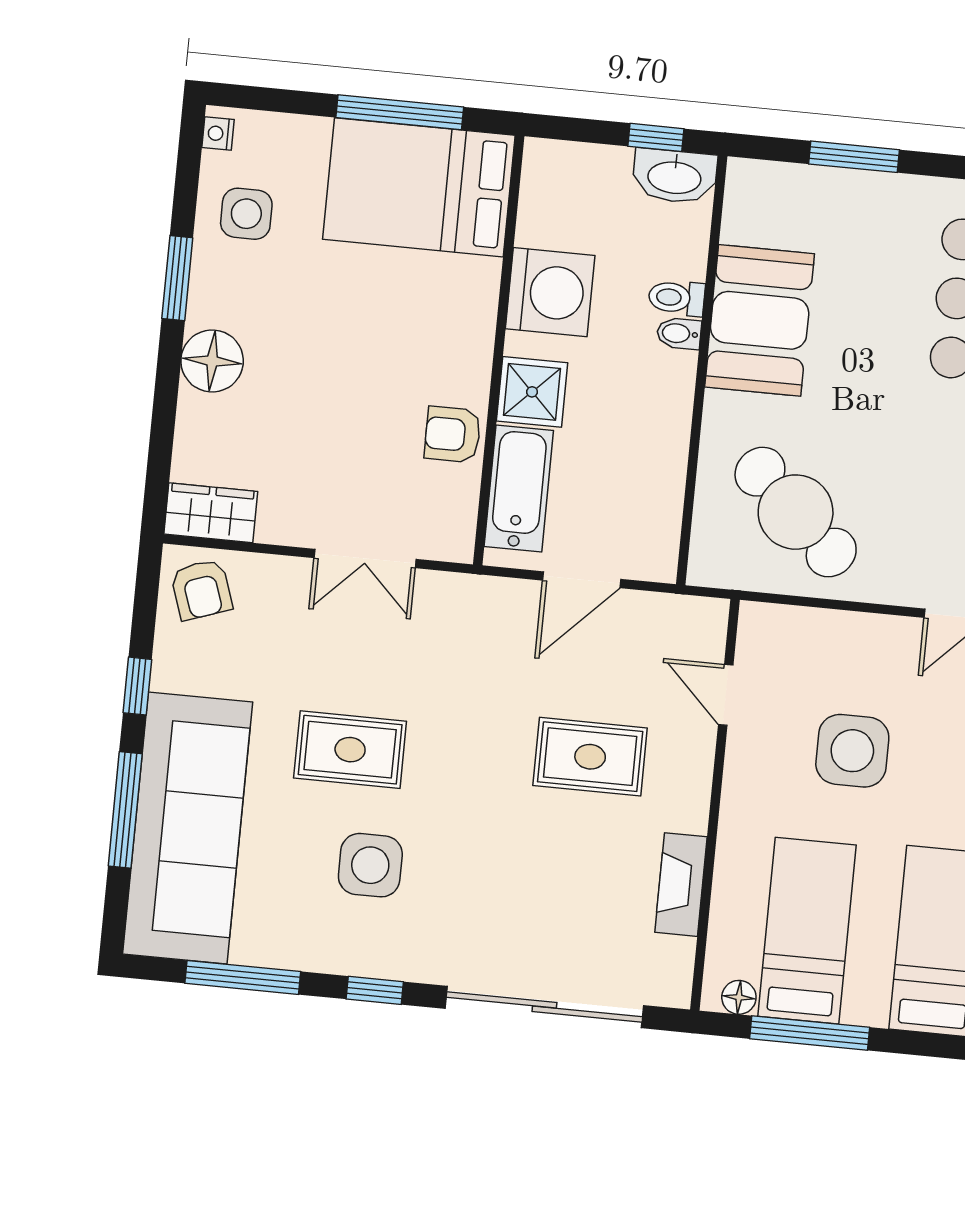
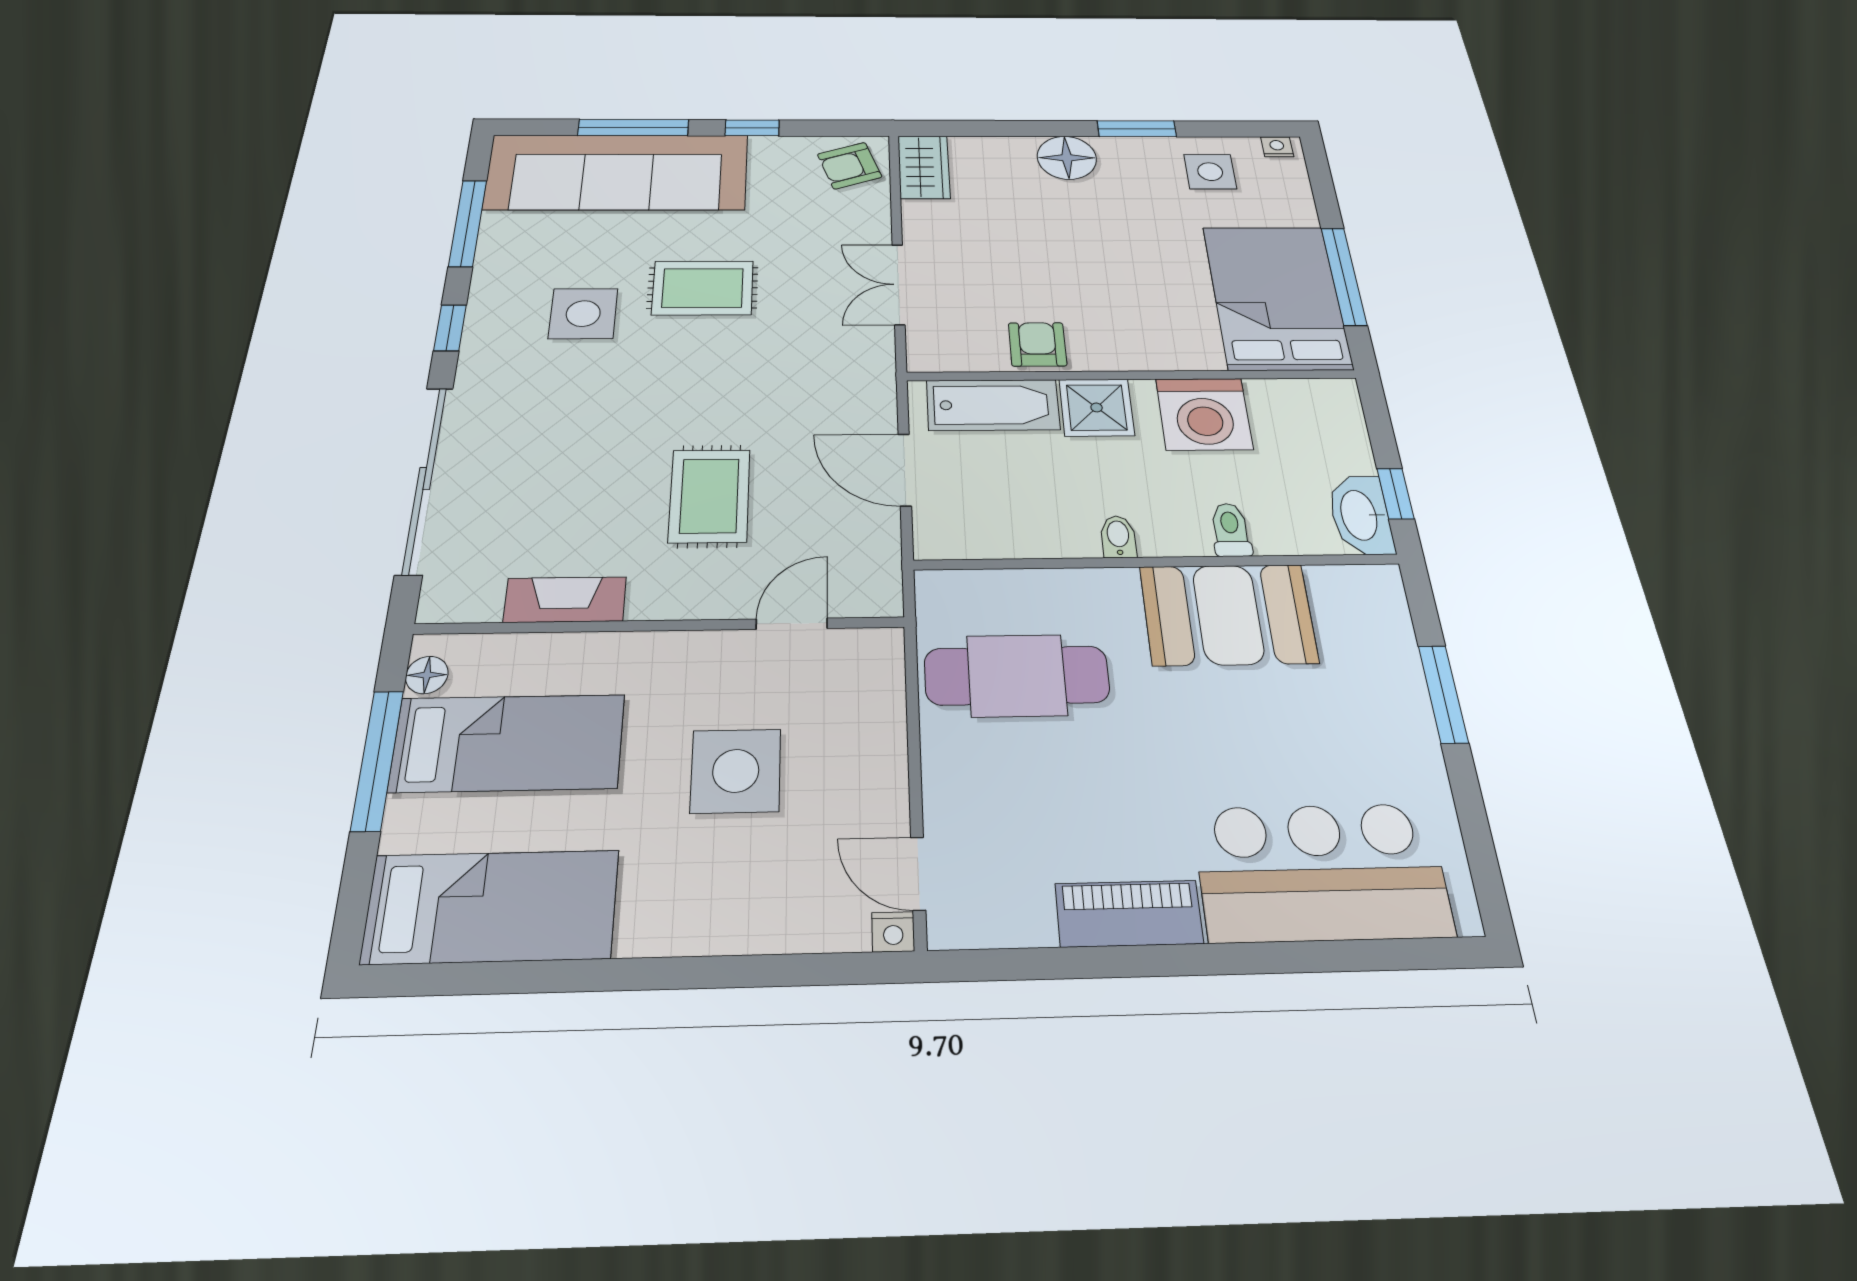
bidet: (679, 333) -> (1118, 537), moved
cafe table: (796, 512) -> (1017, 675), turned 47
rug: (350, 750) -> (703, 288), turned 90

